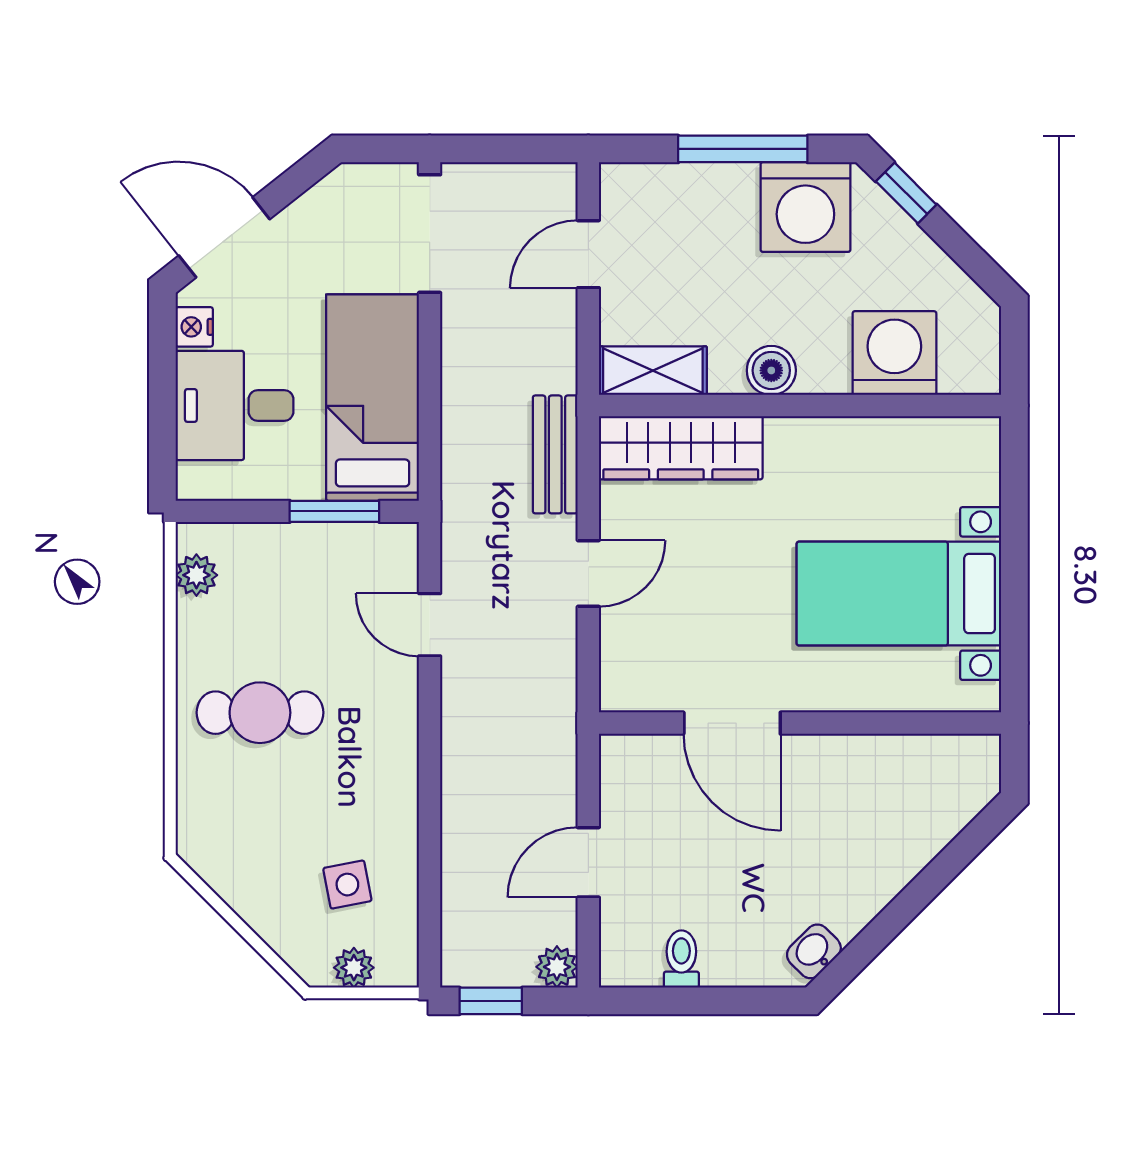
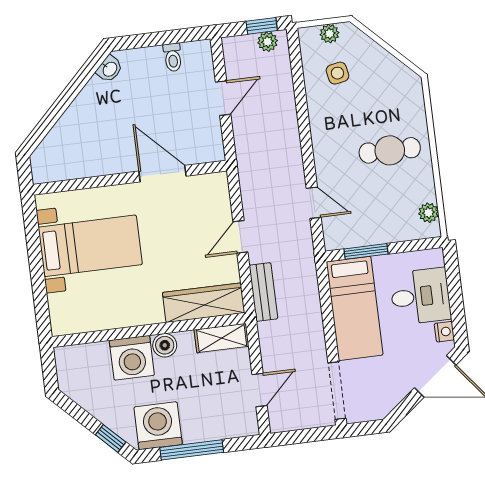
washing machine: (894, 353) -> (132, 358), moved
plant: (557, 967) -> (268, 42), moved

